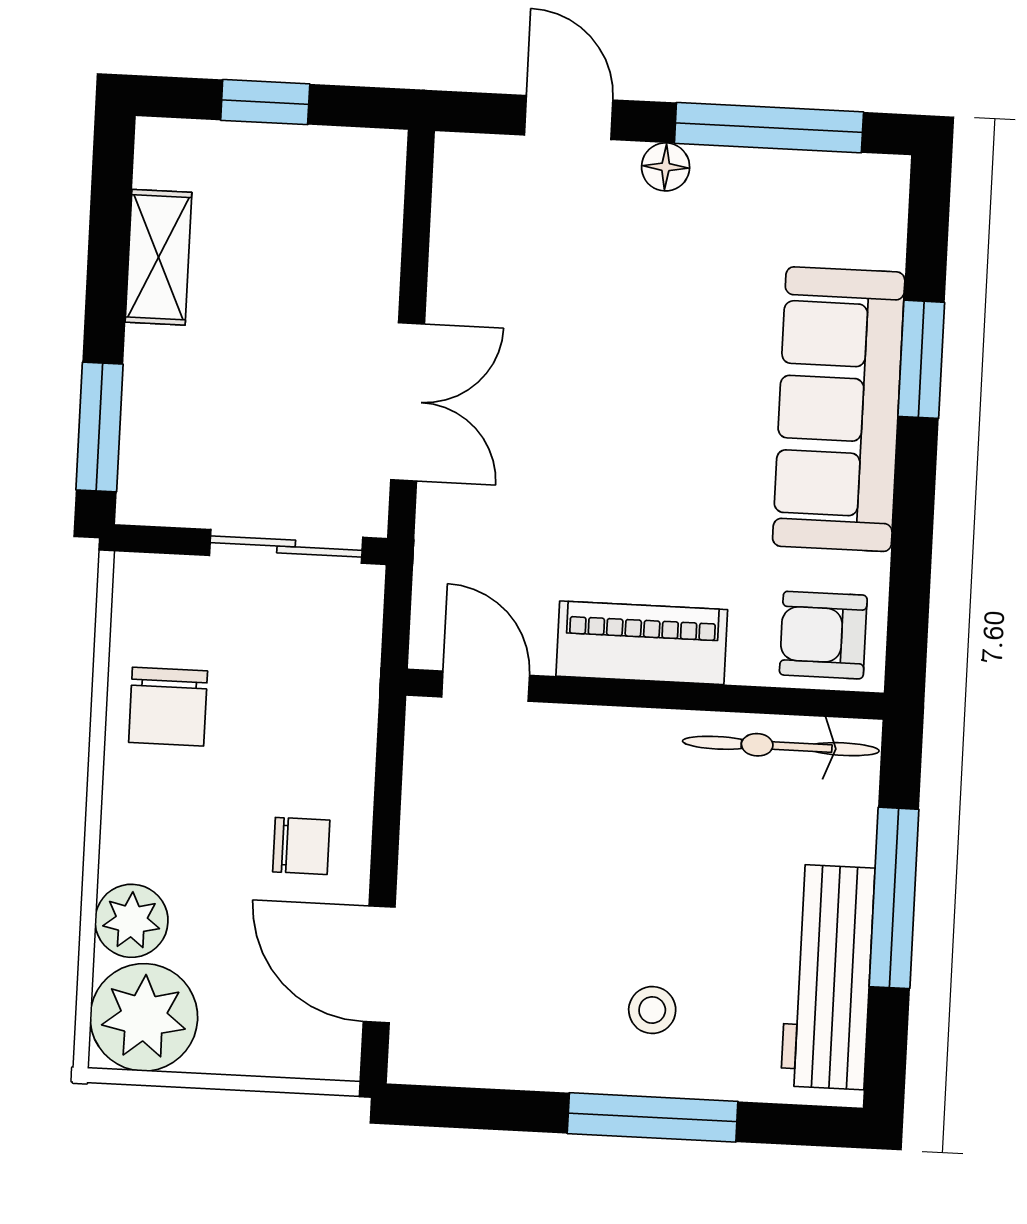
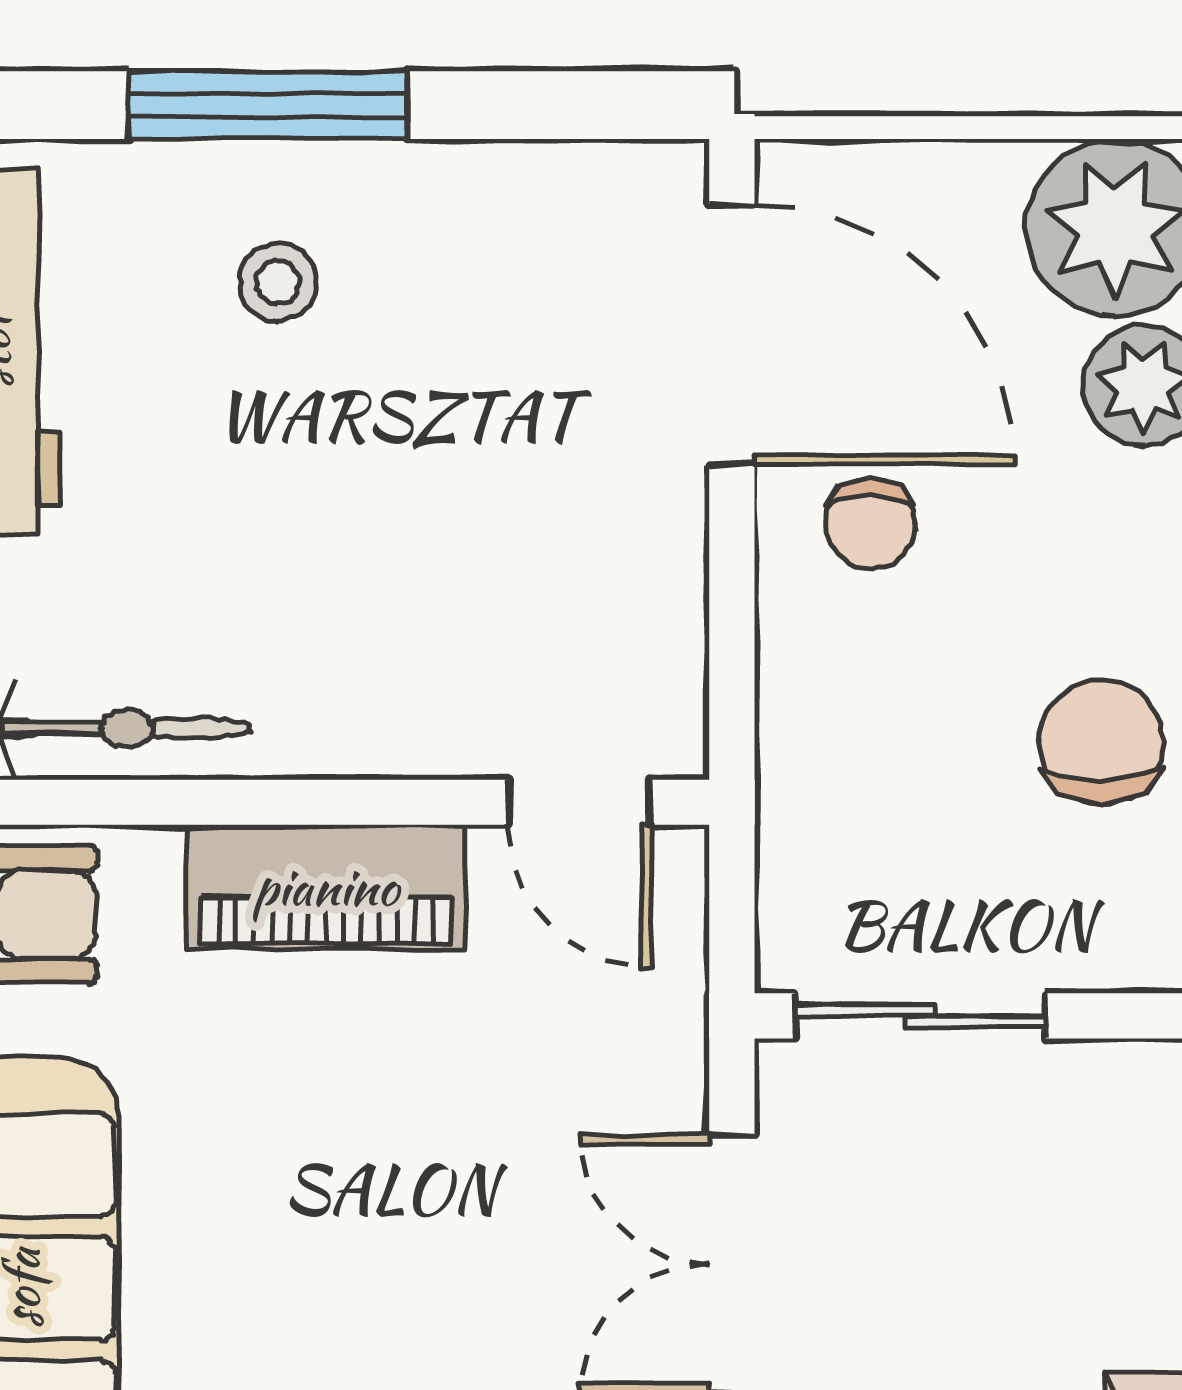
chair: (301, 846) -> (870, 523), turned -90
door: (379, 964) -> (732, 335), width x1.36

